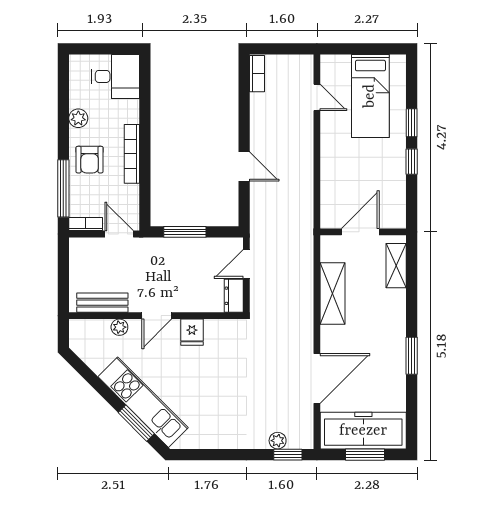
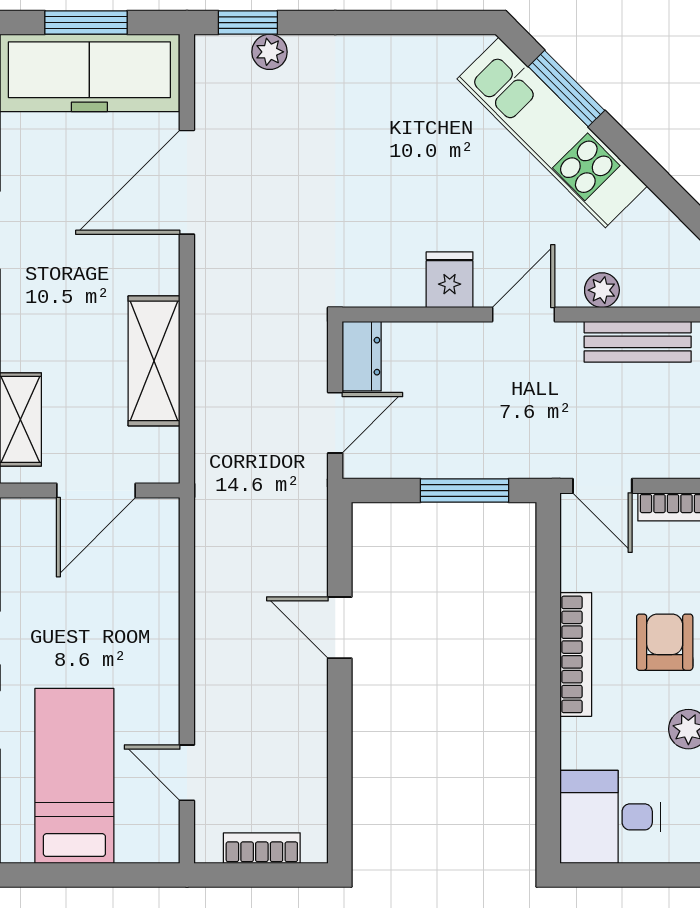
bookcase: (257, 74) -> (262, 848), moved, turned 90

